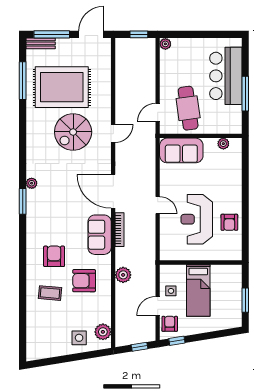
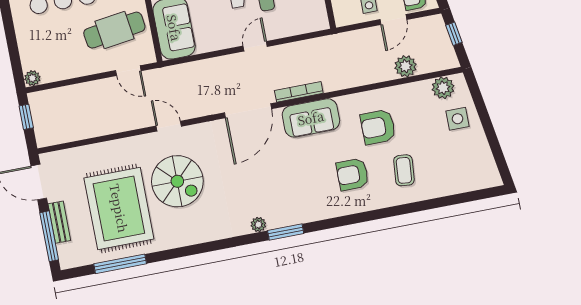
bench: (41, 43) -> (59, 222), moved
plant: (123, 275) -> (406, 66), moved
armchair: (84, 281) -> (378, 127), turned 90
door: (158, 306) -> (393, 20), hinge flipped

